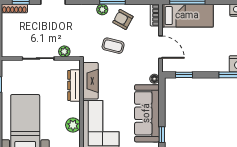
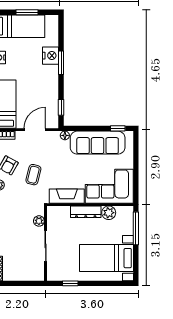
dresser: (74, 85) -> (86, 212), moved

